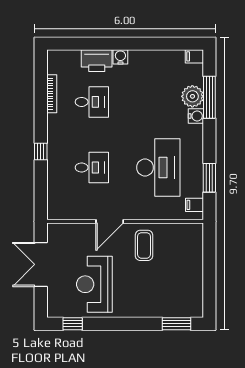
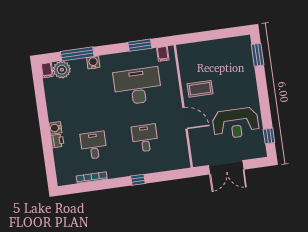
printer: (97, 61) -> (57, 141), width x0.53, depth x0.68
plant: (192, 96) -> (62, 70), moved

